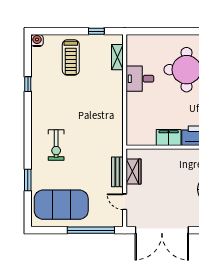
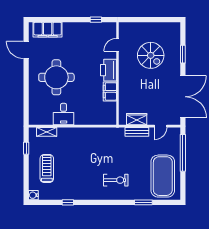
treadmill: (71, 57) -> (47, 169), turned -90

